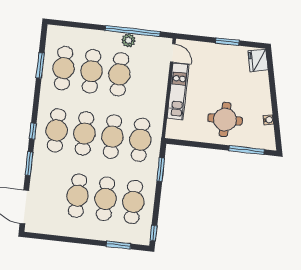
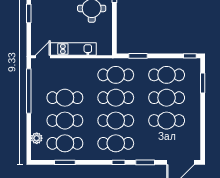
plant: (128, 40) -> (37, 138), moved

